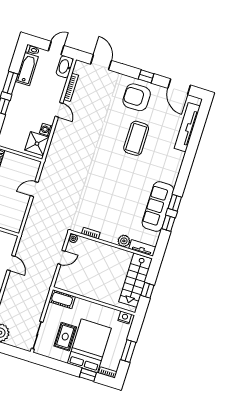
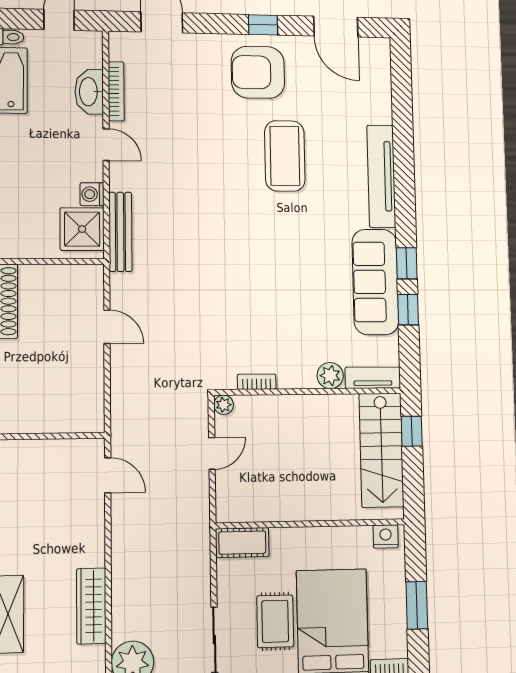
washbasin: (65, 67) -> (89, 92), moved
tv unit: (187, 127) -> (381, 176), moved
bench: (53, 150) -> (120, 232), added
door: (34, 189) -> (107, 327), swing flipped
door: (11, 263) -> (108, 475), moved
window: (147, 290) -> (412, 431), moved

